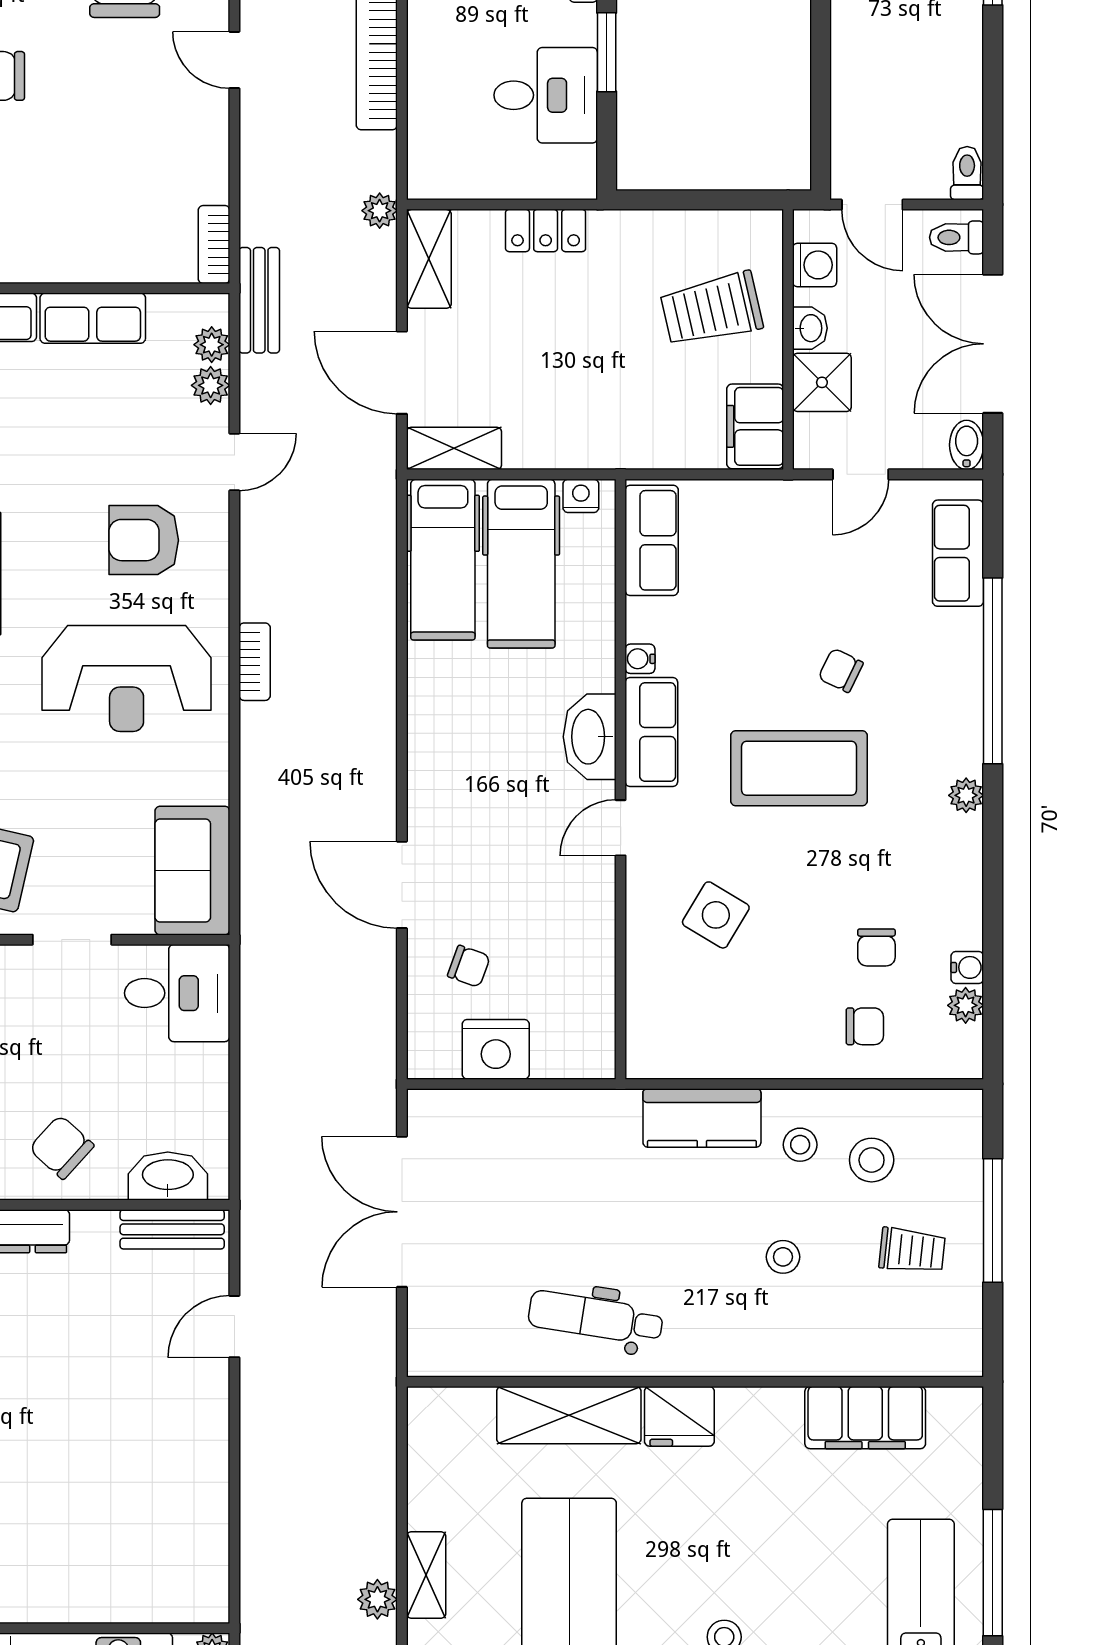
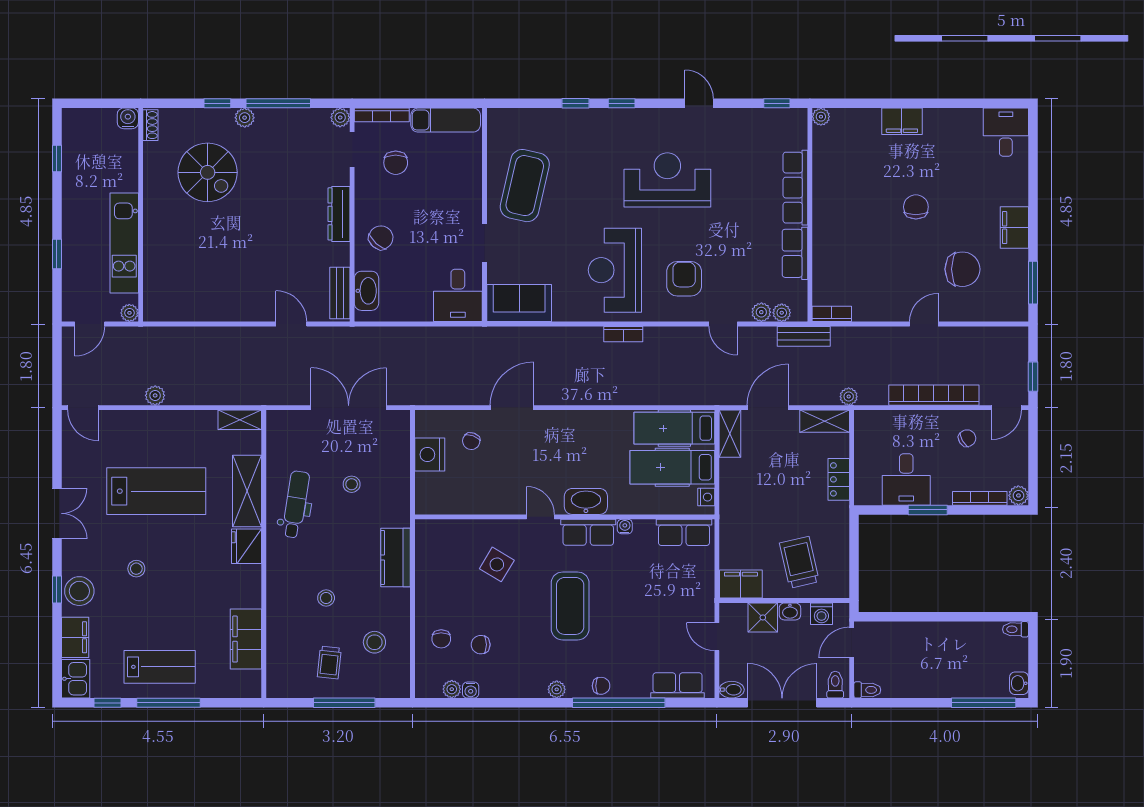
chair: (841, 670) -> (601, 686), moved, turned 64
stool: (800, 1145) -> (352, 484), moved
shelving: (426, 1575) -> (240, 420), moved

